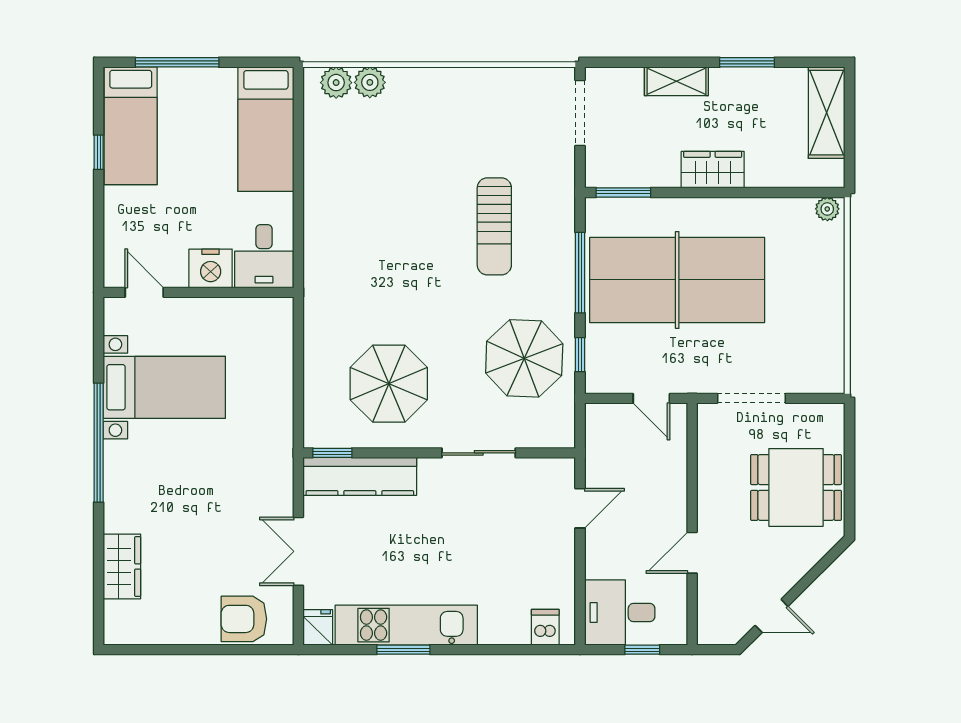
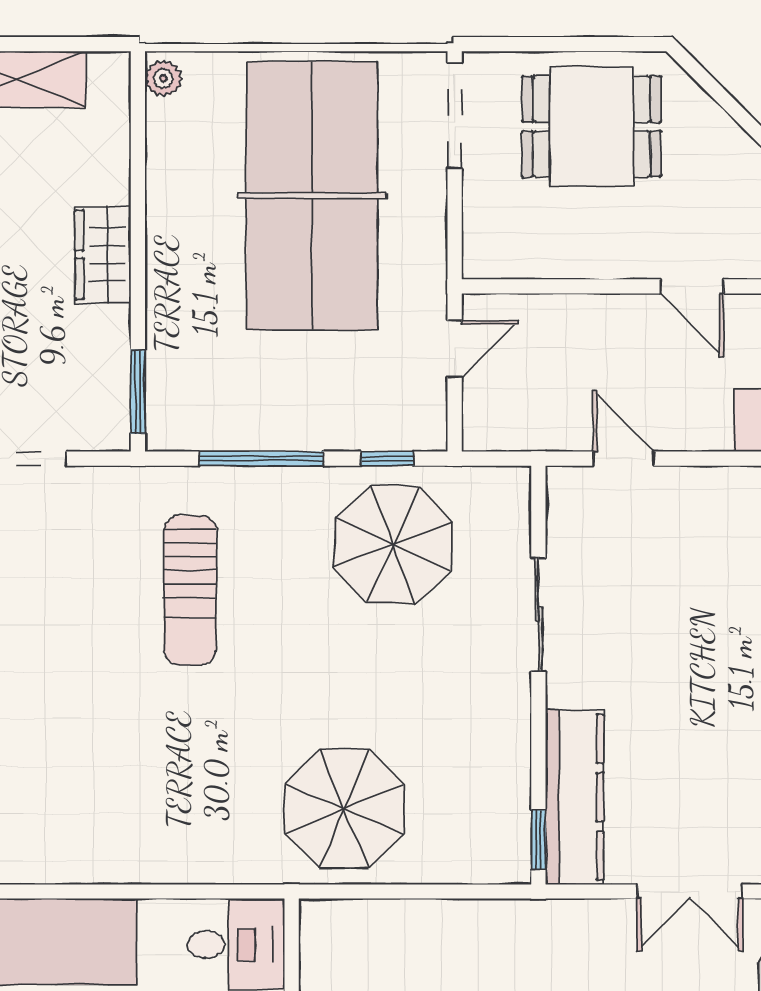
sun lounger: (494, 226) -> (190, 590), turned 90
table tennis table: (677, 280) -> (312, 196), moved
parasol: (389, 384) -> (344, 809), moved
doorway: (751, 398) -> (455, 116), moved
dining table: (796, 487) -> (592, 126), turned 90

